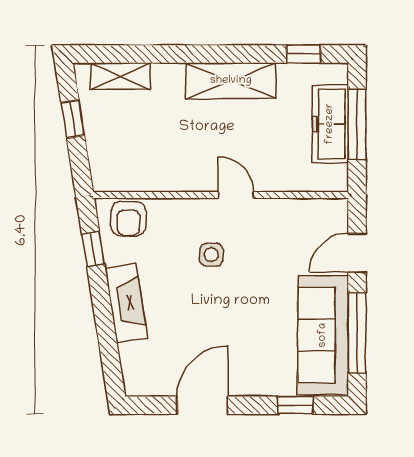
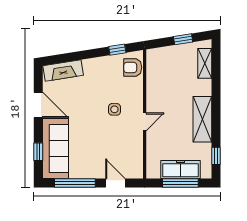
fireplace: (126, 303) -> (63, 71), moved
sofa: (323, 335) -> (55, 149), moved, turned 90

